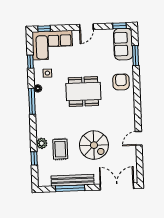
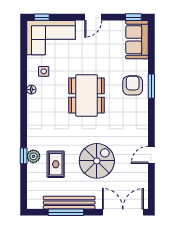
window: (135, 56) -> (151, 86), moved
window: (30, 62) -> (24, 57), removed
dining table: (83, 92) -> (87, 95), turned 90
window: (32, 101) -> (24, 105), removed
spiral stairs: (94, 145) -> (97, 161), turned -90
window: (34, 158) -> (24, 156), moved

